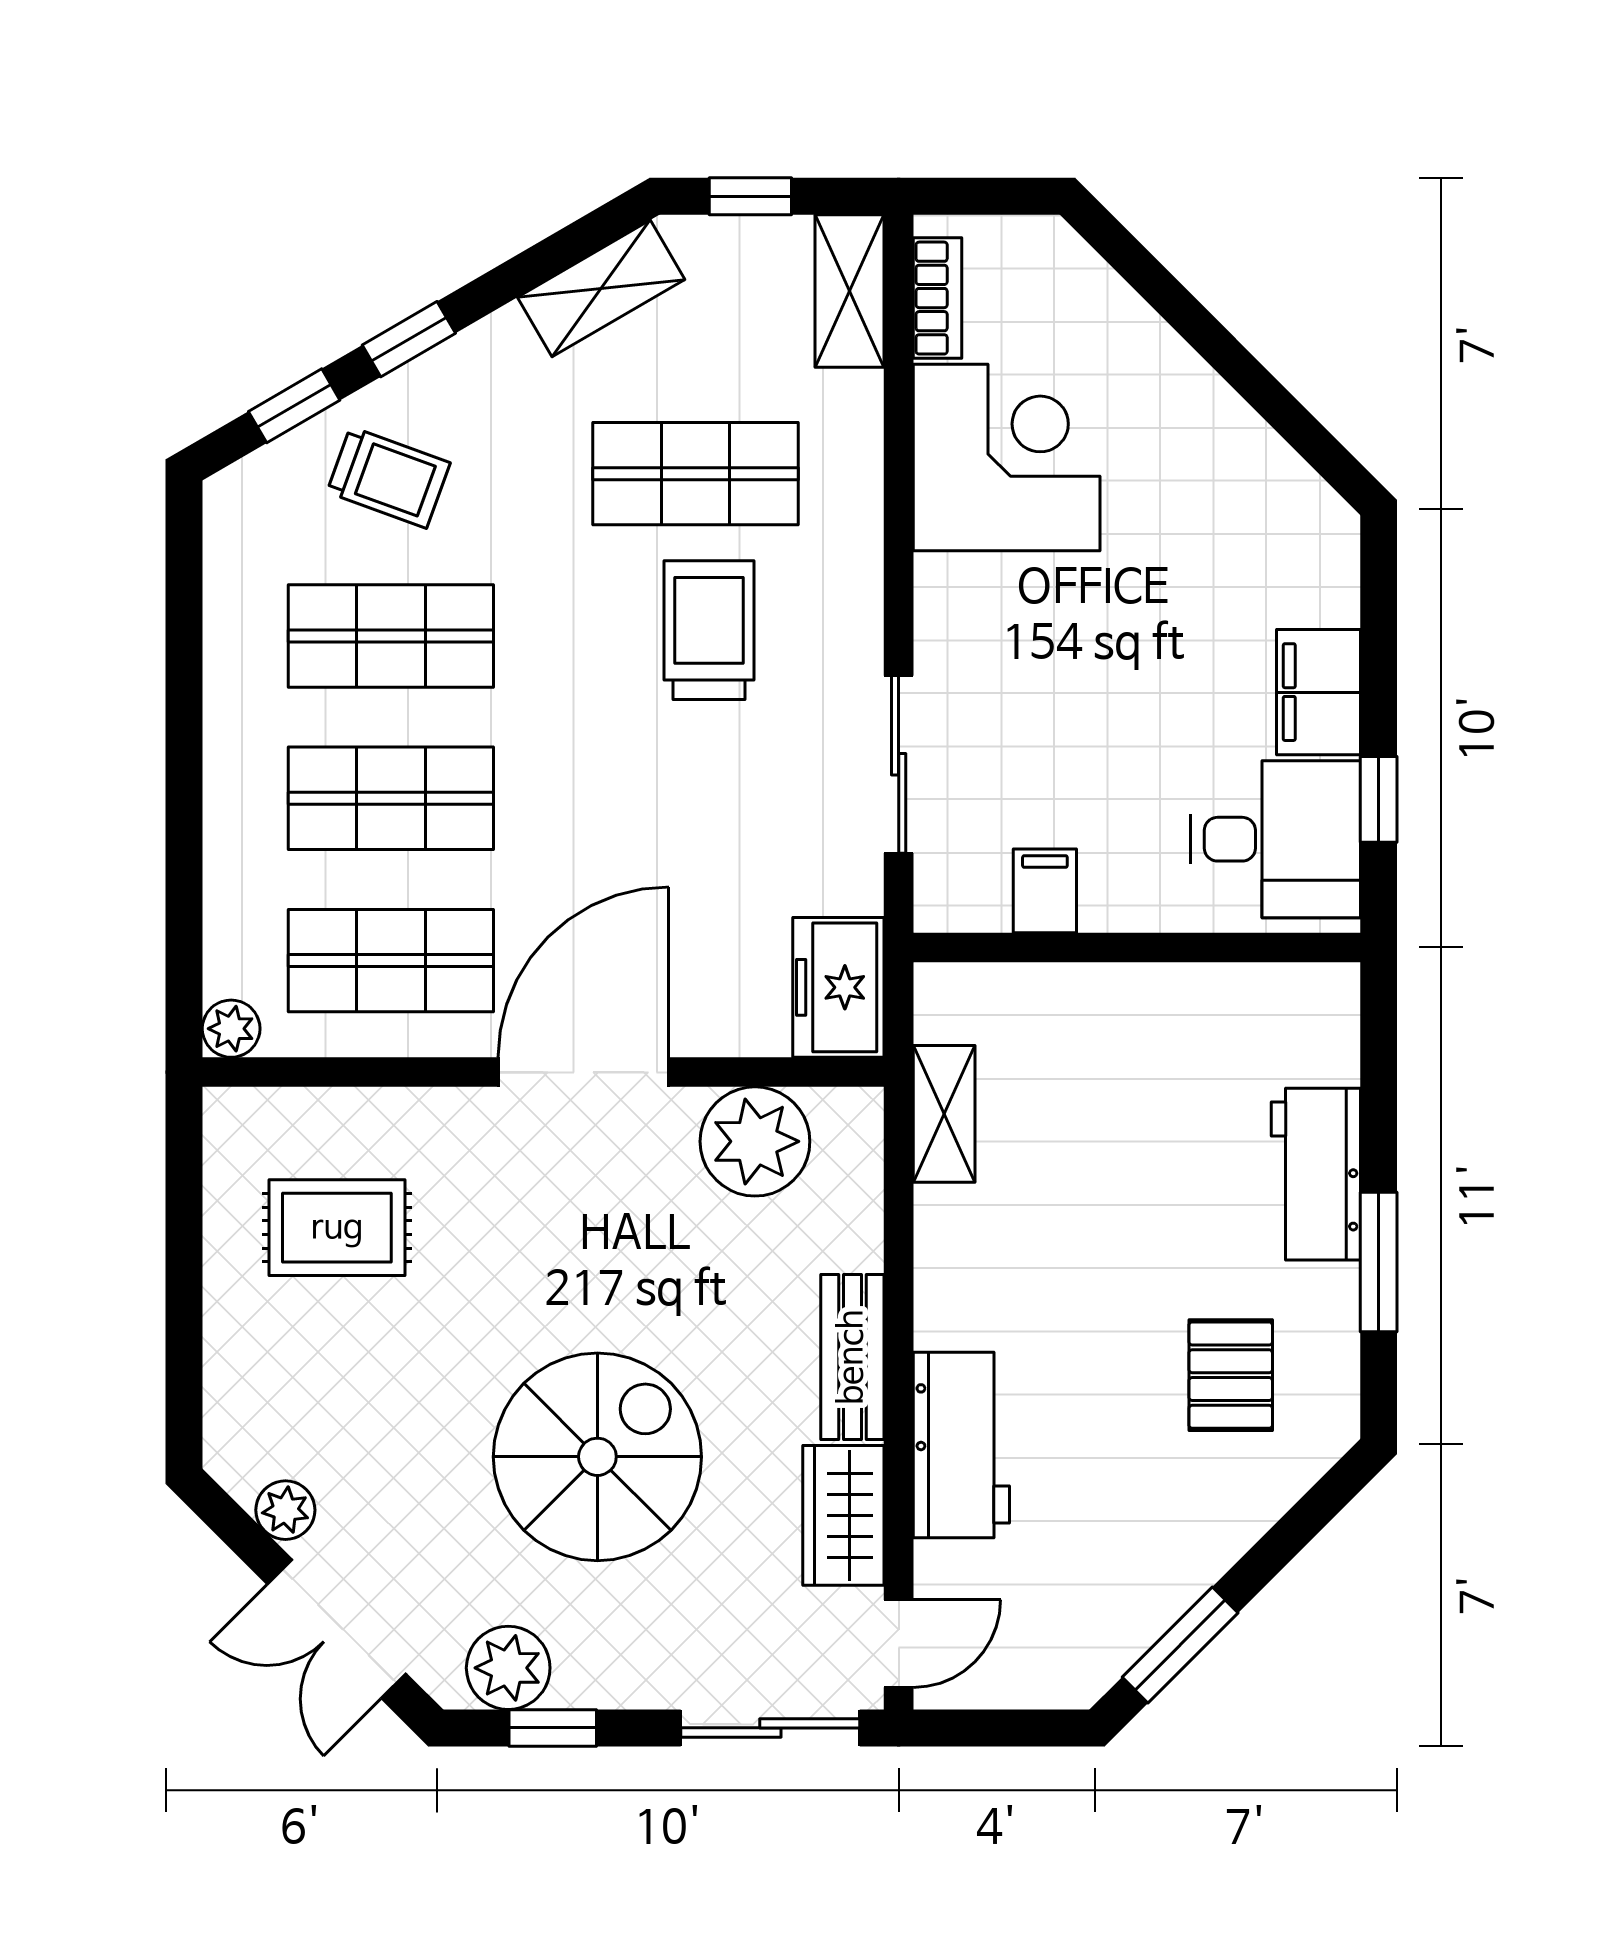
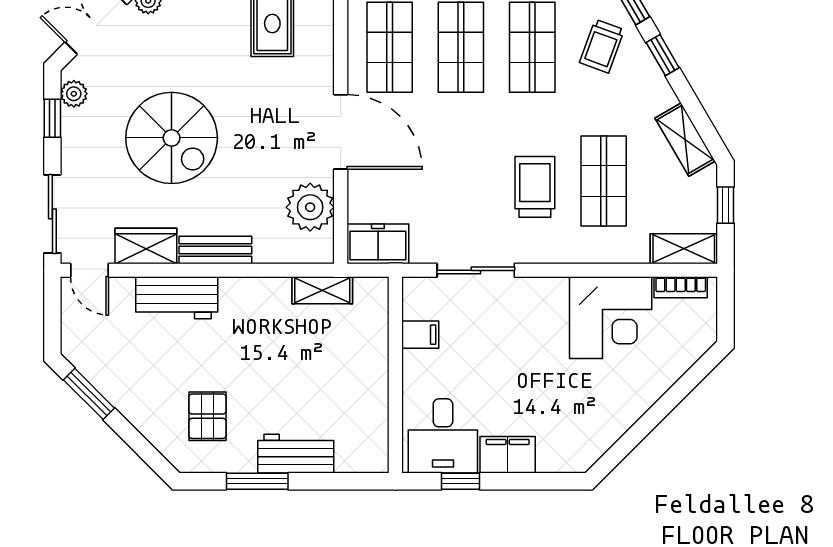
trolley: (709, 630) -> (535, 187), turned -90
pallet: (1231, 1375) -> (207, 416), turned 90
plant: (508, 1668) -> (74, 94), width x0.73, depth x0.73

